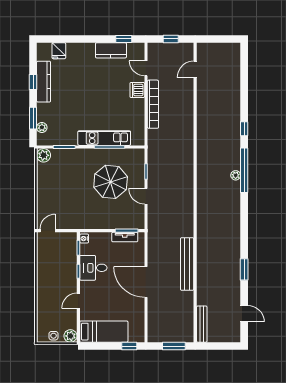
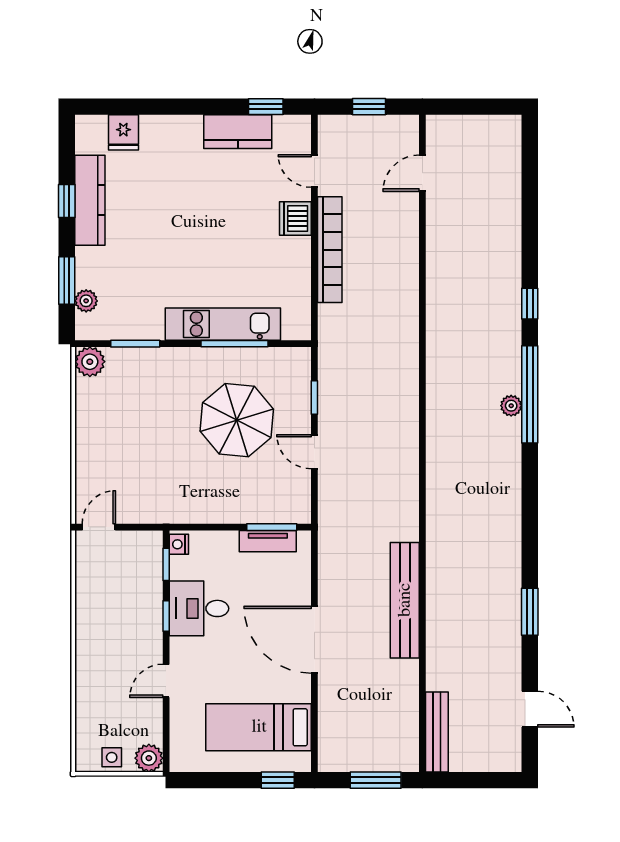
bed: (104, 332) -> (259, 727), moved, turned 180

